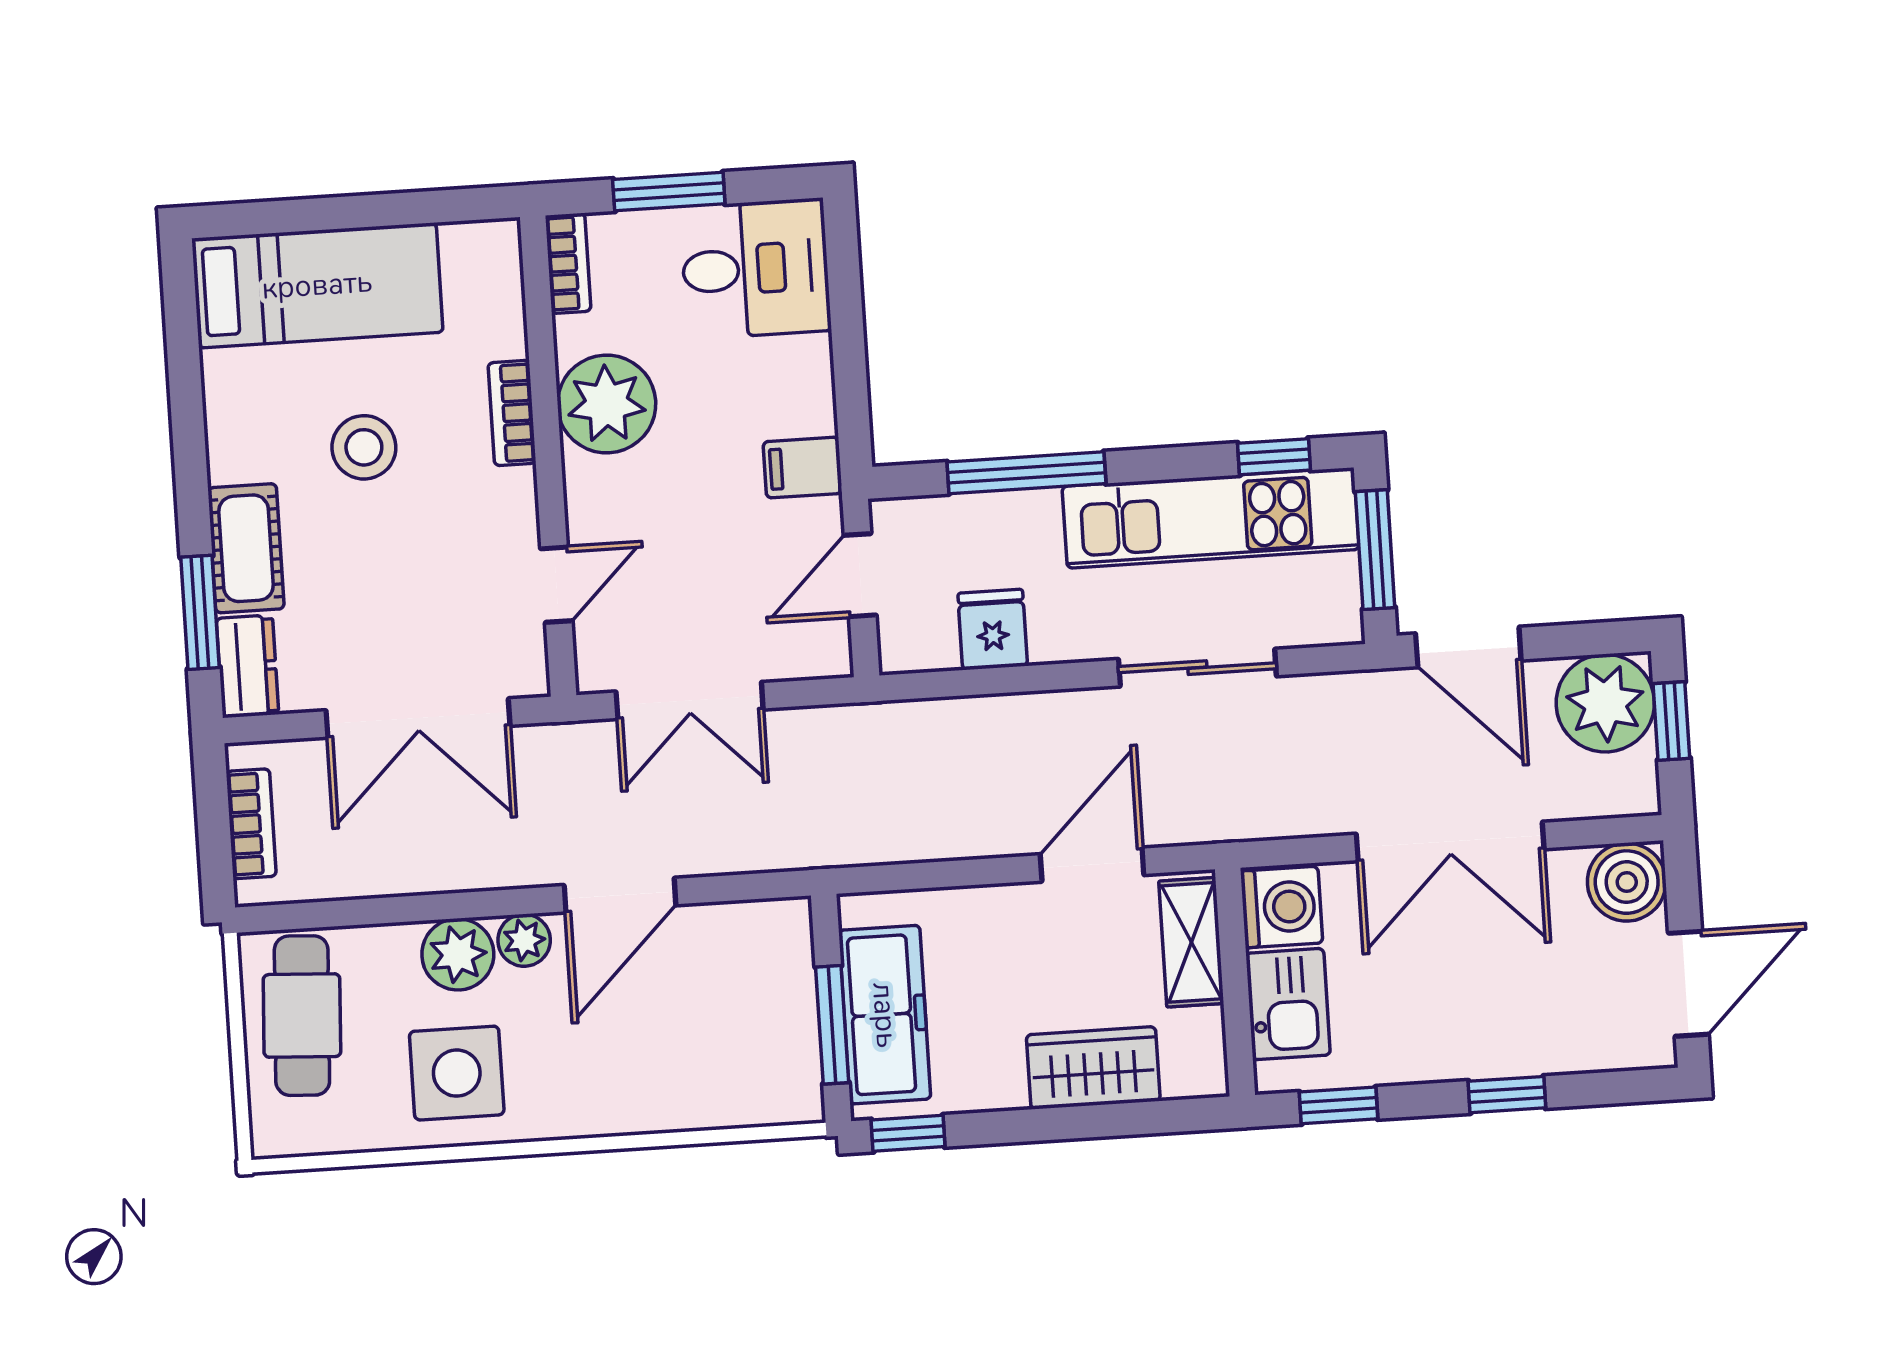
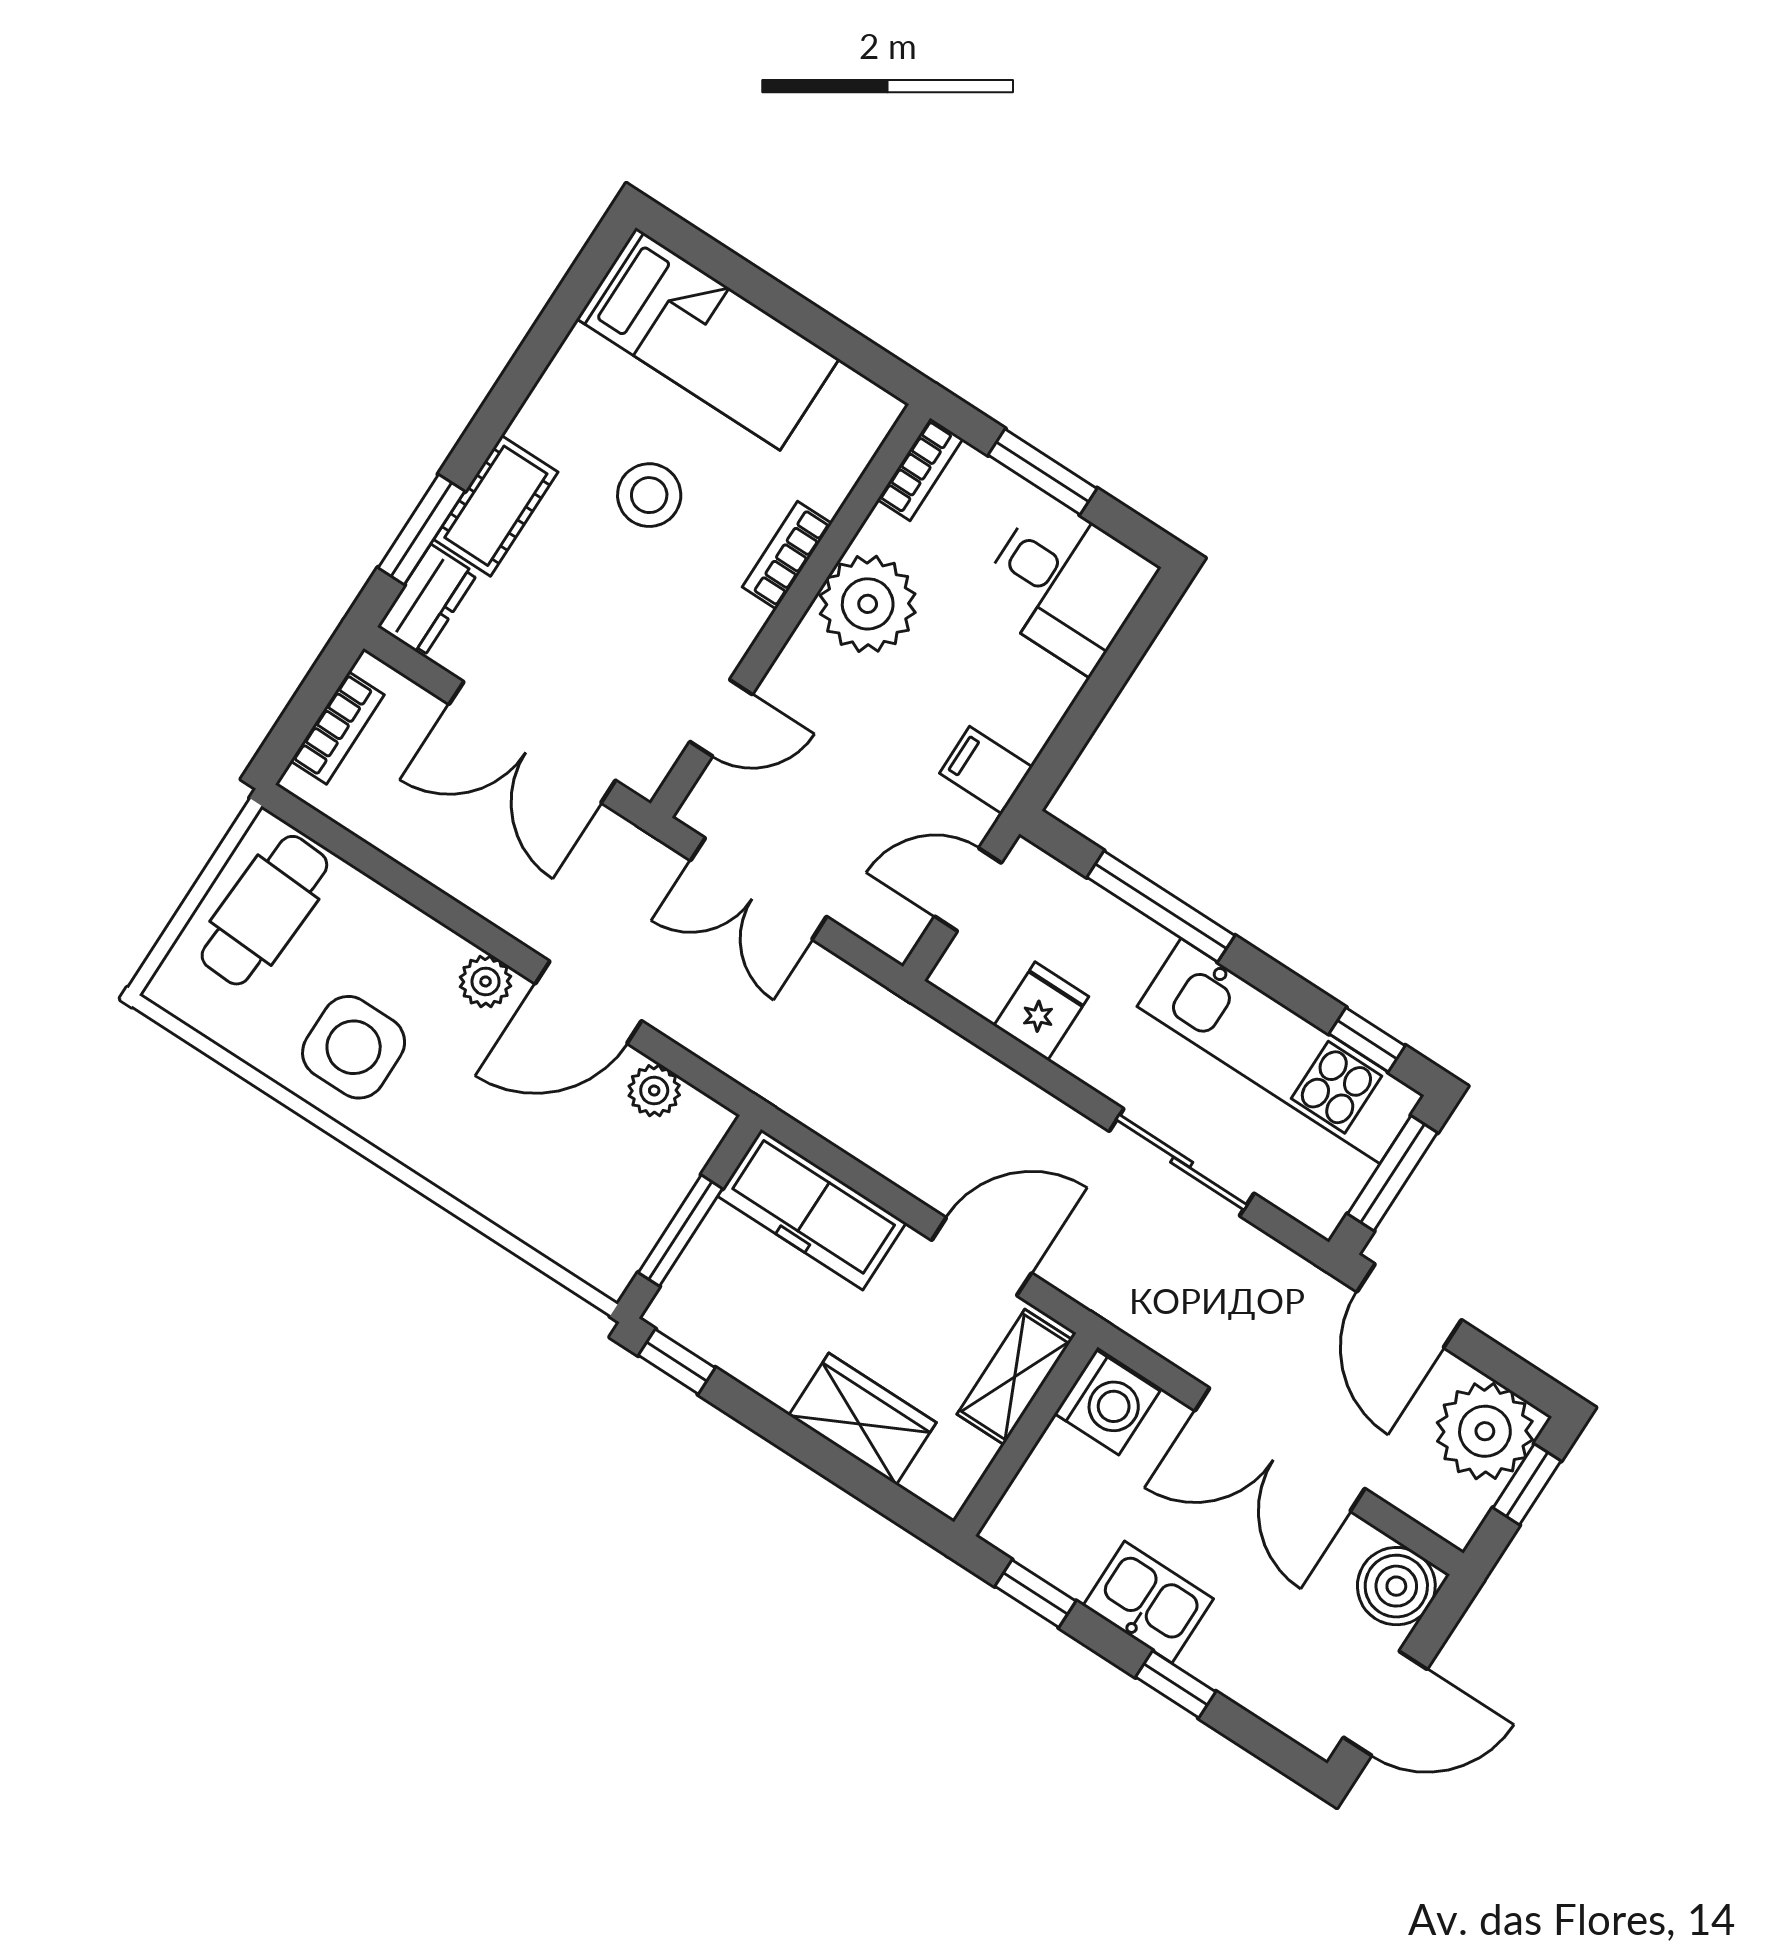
plant: (458, 954) -> (654, 1091), moved, width x0.73, depth x0.73
kitchen sink: (1288, 1004) -> (1148, 1602), moved, turned -90
freezer: (885, 1015) -> (812, 1210), moved, turned 90

